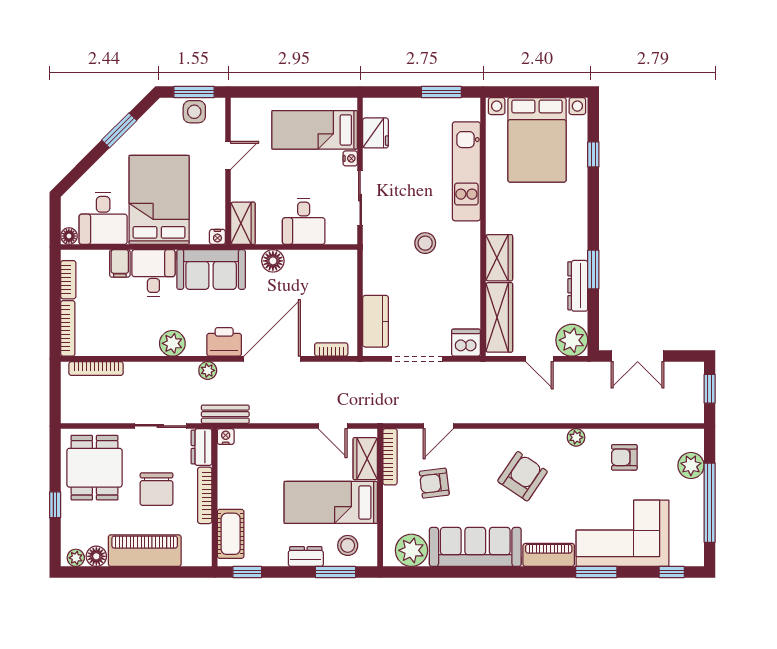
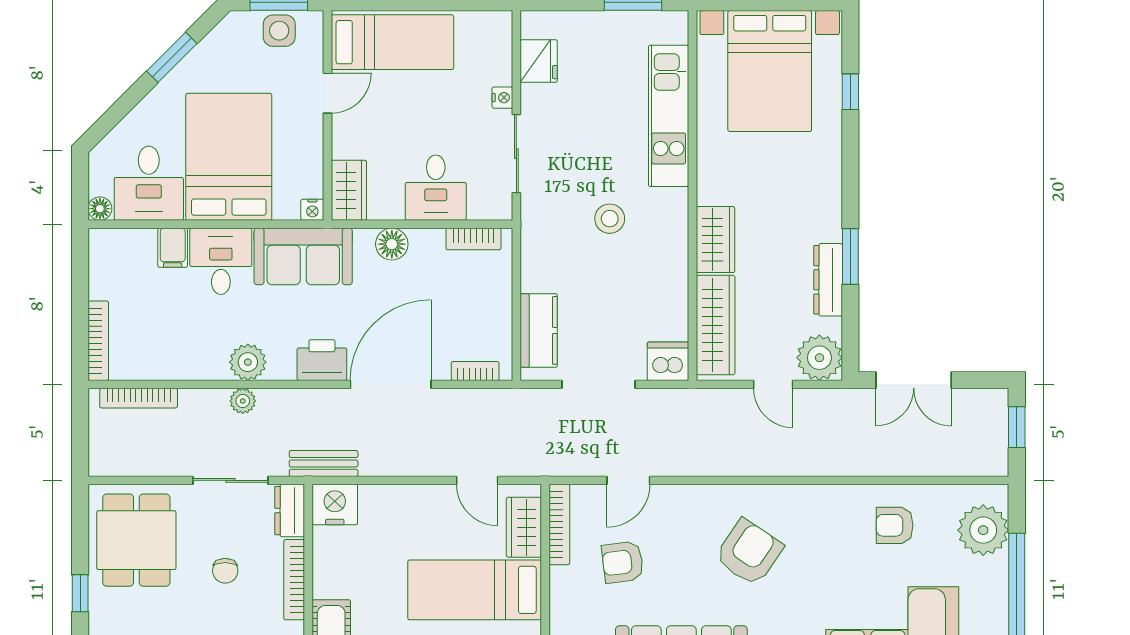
bed: (315, 130) -> (392, 42), moved, turned 180
bookcase: (68, 280) -> (473, 239), moved, turned 90
plant: (208, 370) -> (243, 401), moved
nightstand: (226, 437) -> (335, 505), width x1.89, depth x1.79
plant: (576, 437) -> (826, 497), removed
plant: (691, 465) -> (983, 530), width x1.36, depth x1.36
chair: (157, 489) -> (225, 571), width x0.54, depth x0.54

